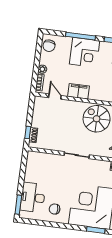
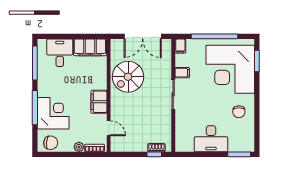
corner desk: (85, 52) -> (53, 113), moved
door: (55, 97) -> (109, 128), swing flipped
filing cabinet: (94, 165) -> (182, 73), added
desk: (33, 197) -> (211, 139), moved

